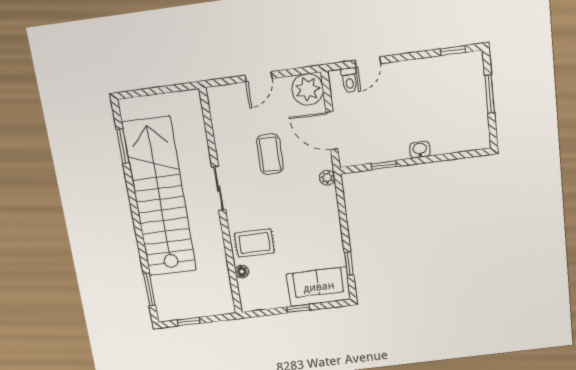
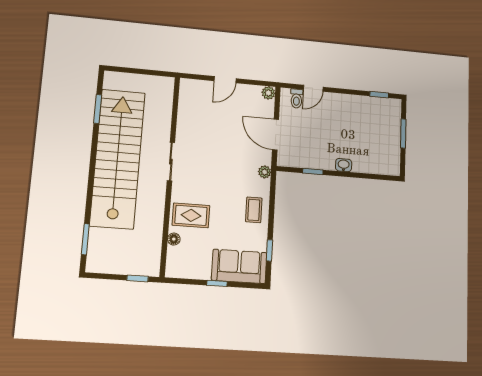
plant: (308, 89) -> (268, 93), width x0.53, depth x0.53
coffee table: (270, 154) -> (254, 210), moved, width x0.73, depth x0.77
window: (189, 322) -> (138, 278), moved

